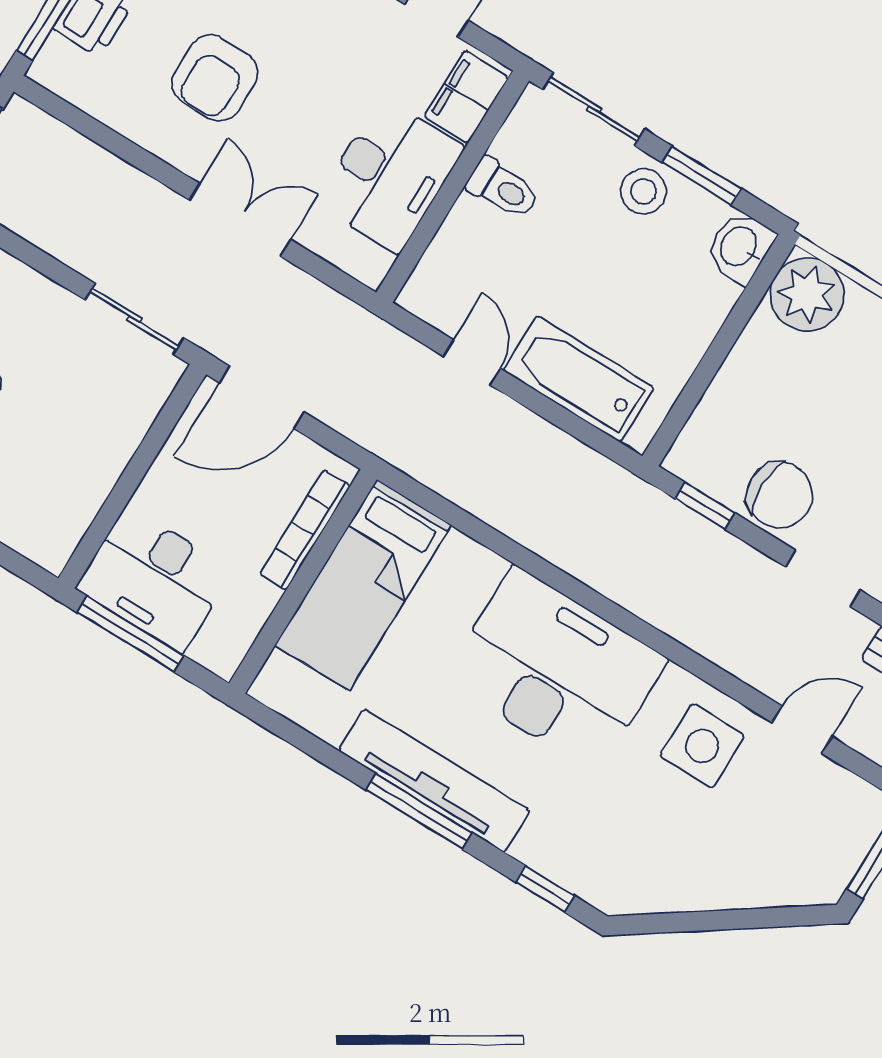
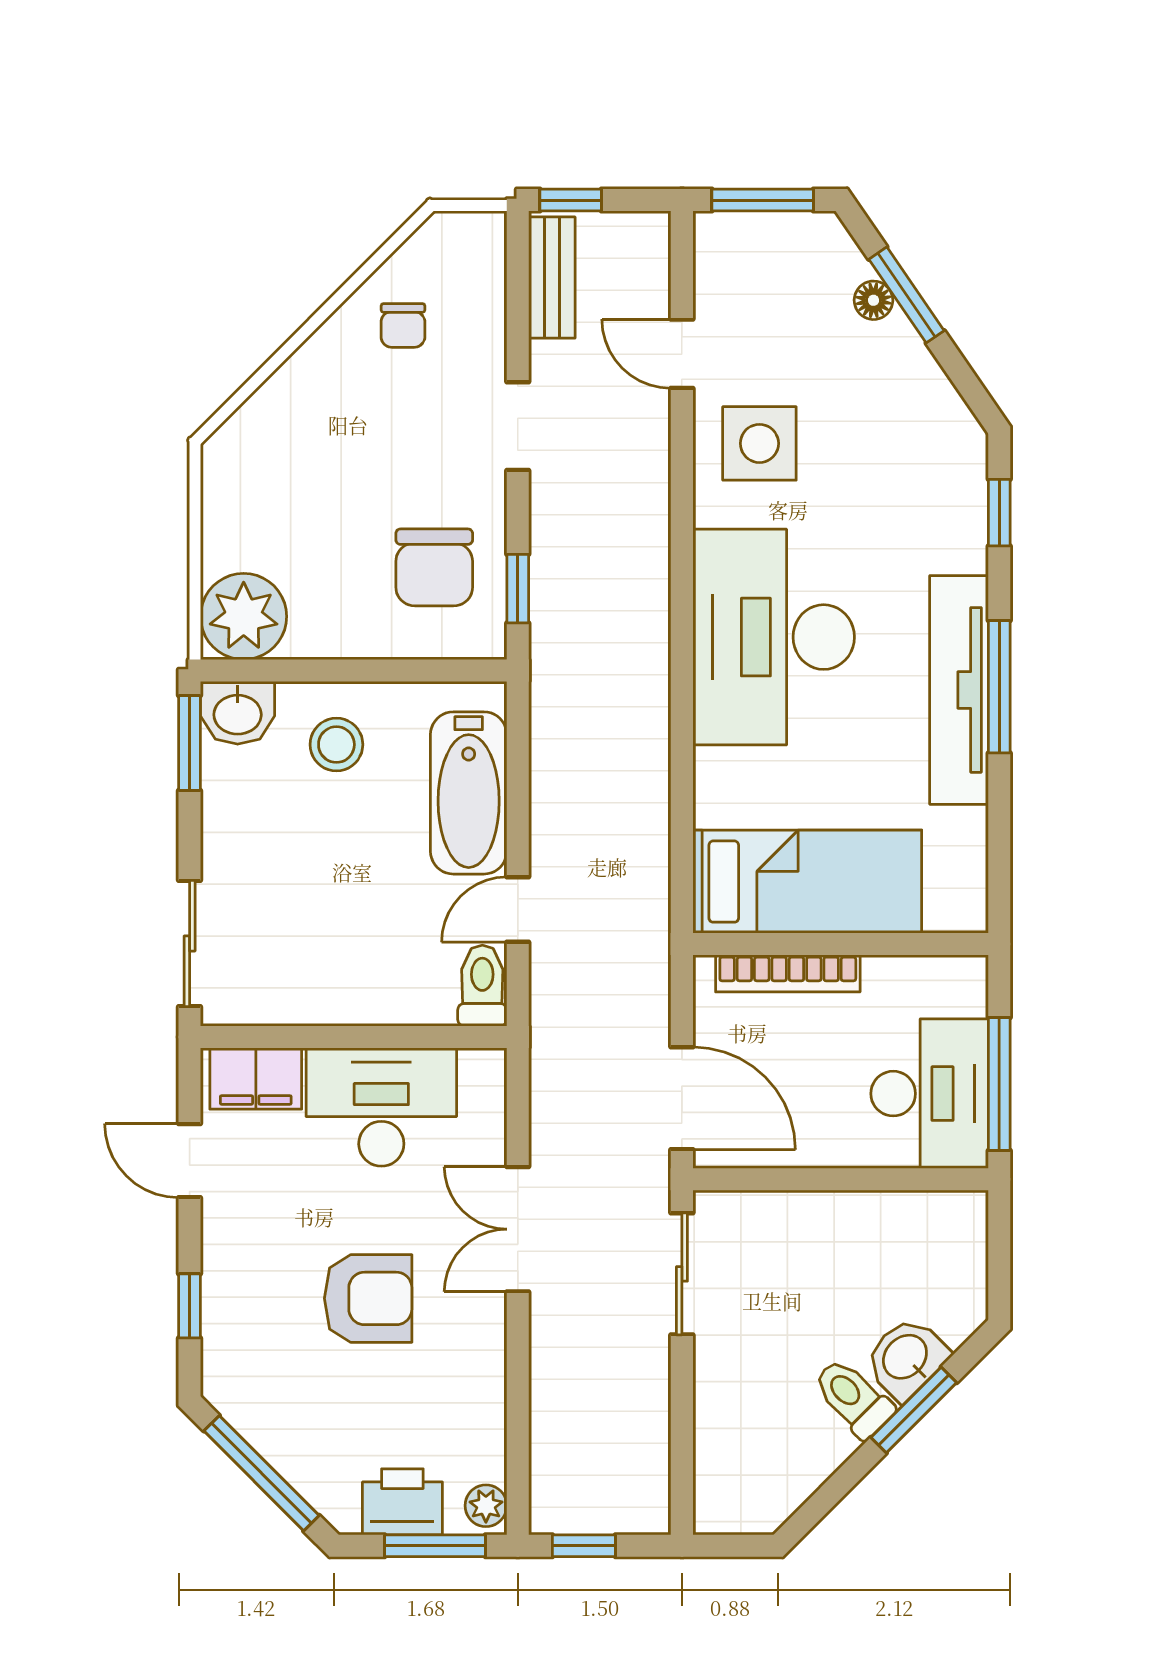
plant: (54, 73) -> (486, 1506), added
armchair: (215, 78) -> (368, 1298), moved
window: (702, 176) -> (190, 743), moved
toilet: (503, 188) -> (482, 986), moved
stool: (644, 191) -> (336, 745), moved
chair: (780, 495) -> (434, 567), moved, turned 180
floor lamp: (755, 893) -> (874, 300), added
window: (744, 919) -> (907, 295), added

